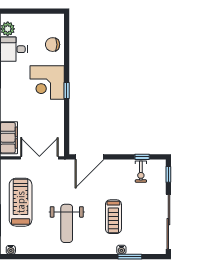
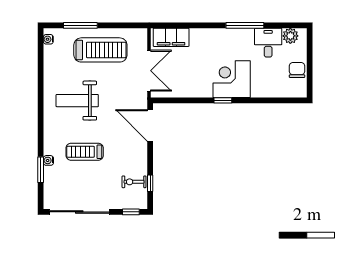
chair: (53, 45) -> (297, 70), moved

